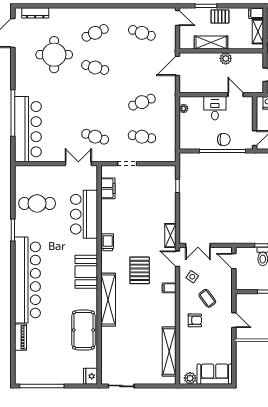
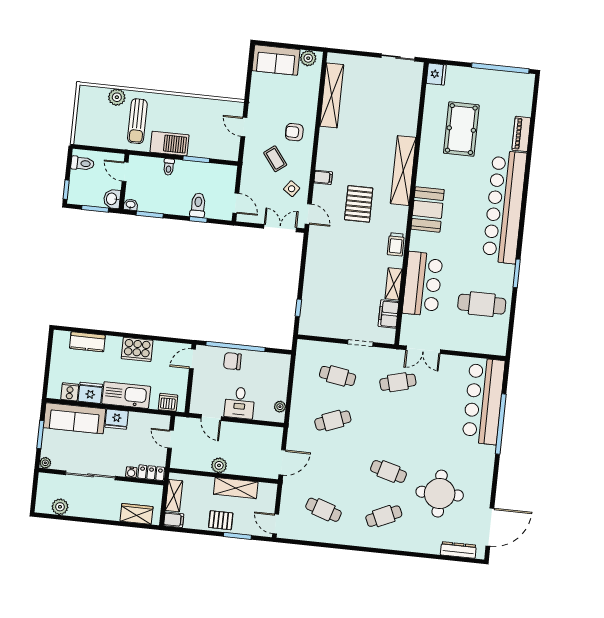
cafe table: (95, 137) -> (398, 382), turned -33
shelving: (170, 236) -> (394, 284), moved
pool table: (83, 330) -> (461, 129), moved

